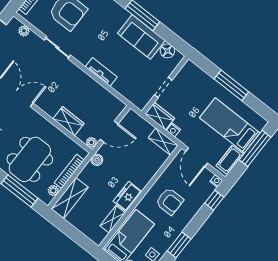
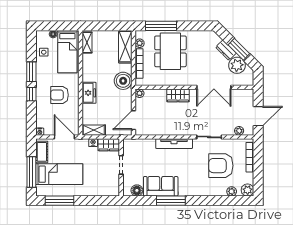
tv unit: (101, 72) -> (174, 144), width x1.41
window: (231, 85) -> (59, 201), moved
wardrobe: (69, 121) -> (178, 95), moved
door: (109, 132) -> (134, 120), moved
boiler: (97, 160) -> (123, 81), width x1.86, depth x1.86
freezer: (127, 196) -> (89, 93), moved
window: (214, 200) -> (31, 94), moved
shelving: (113, 219) -> (87, 43), moved

